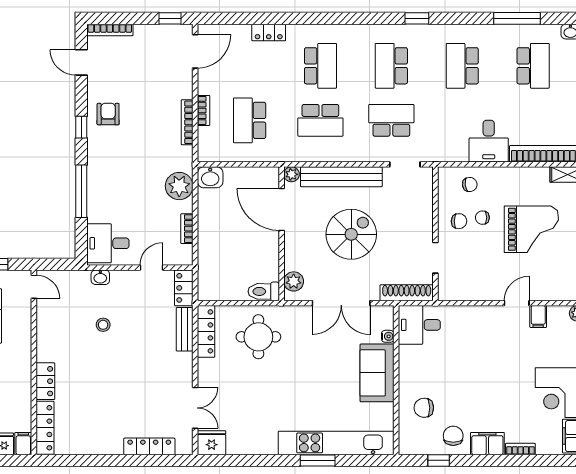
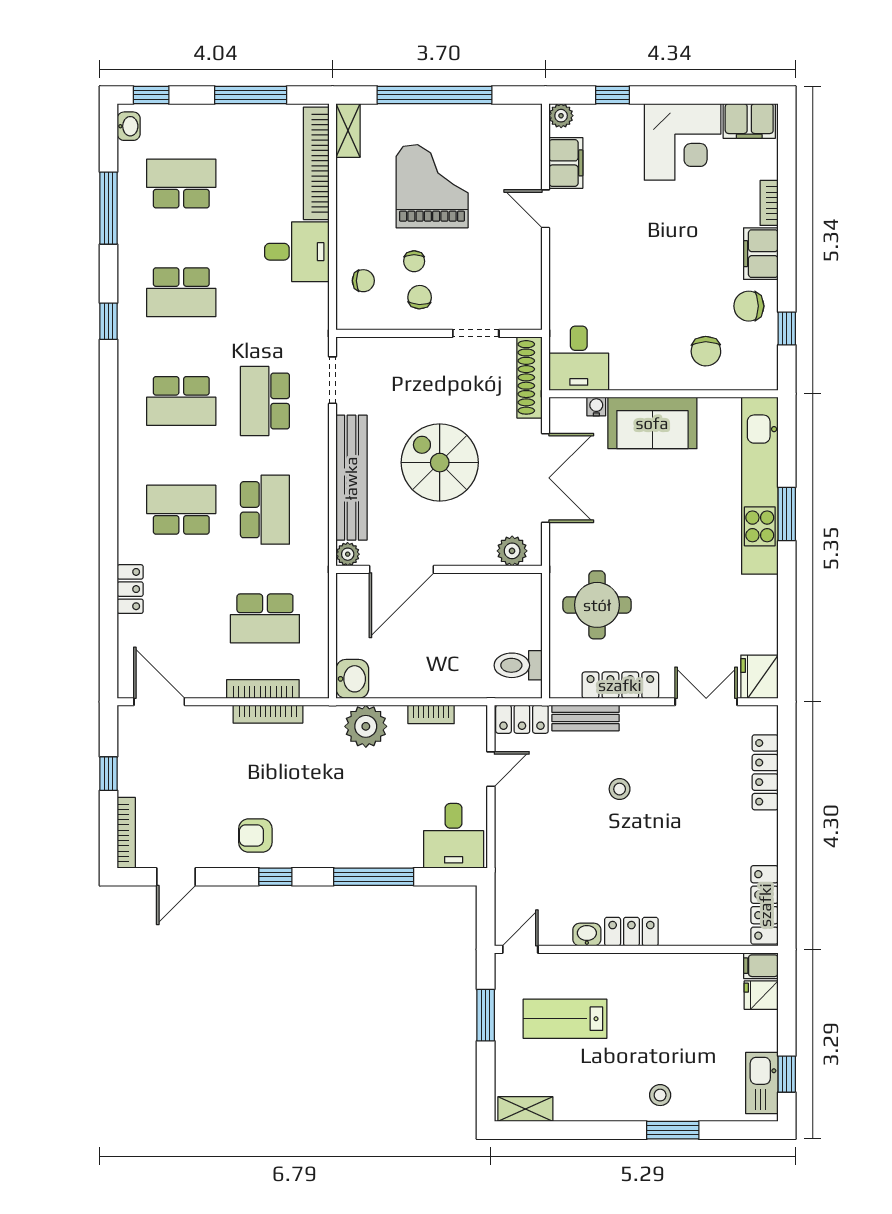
window: (170, 18) -> (109, 774), moved
window: (417, 18) -> (109, 321), moved
bookcase: (204, 110) -> (263, 689), width x1.56
chair: (470, 184) -> (363, 281), turned 97
door: (151, 268) -> (491, 769), swing flipped
washbasin: (100, 277) -> (587, 935), moved, turned -90
toilet: (264, 291) -> (518, 665), moved, turned 90
filing cabinet: (538, 316) -> (566, 163), width x2.00
stool: (103, 325) -> (620, 789), moved
locker: (206, 331) -> (620, 685), moved
locker: (45, 381) -> (631, 932), moved
locker: (45, 428) -> (765, 905), moved, turned -90

